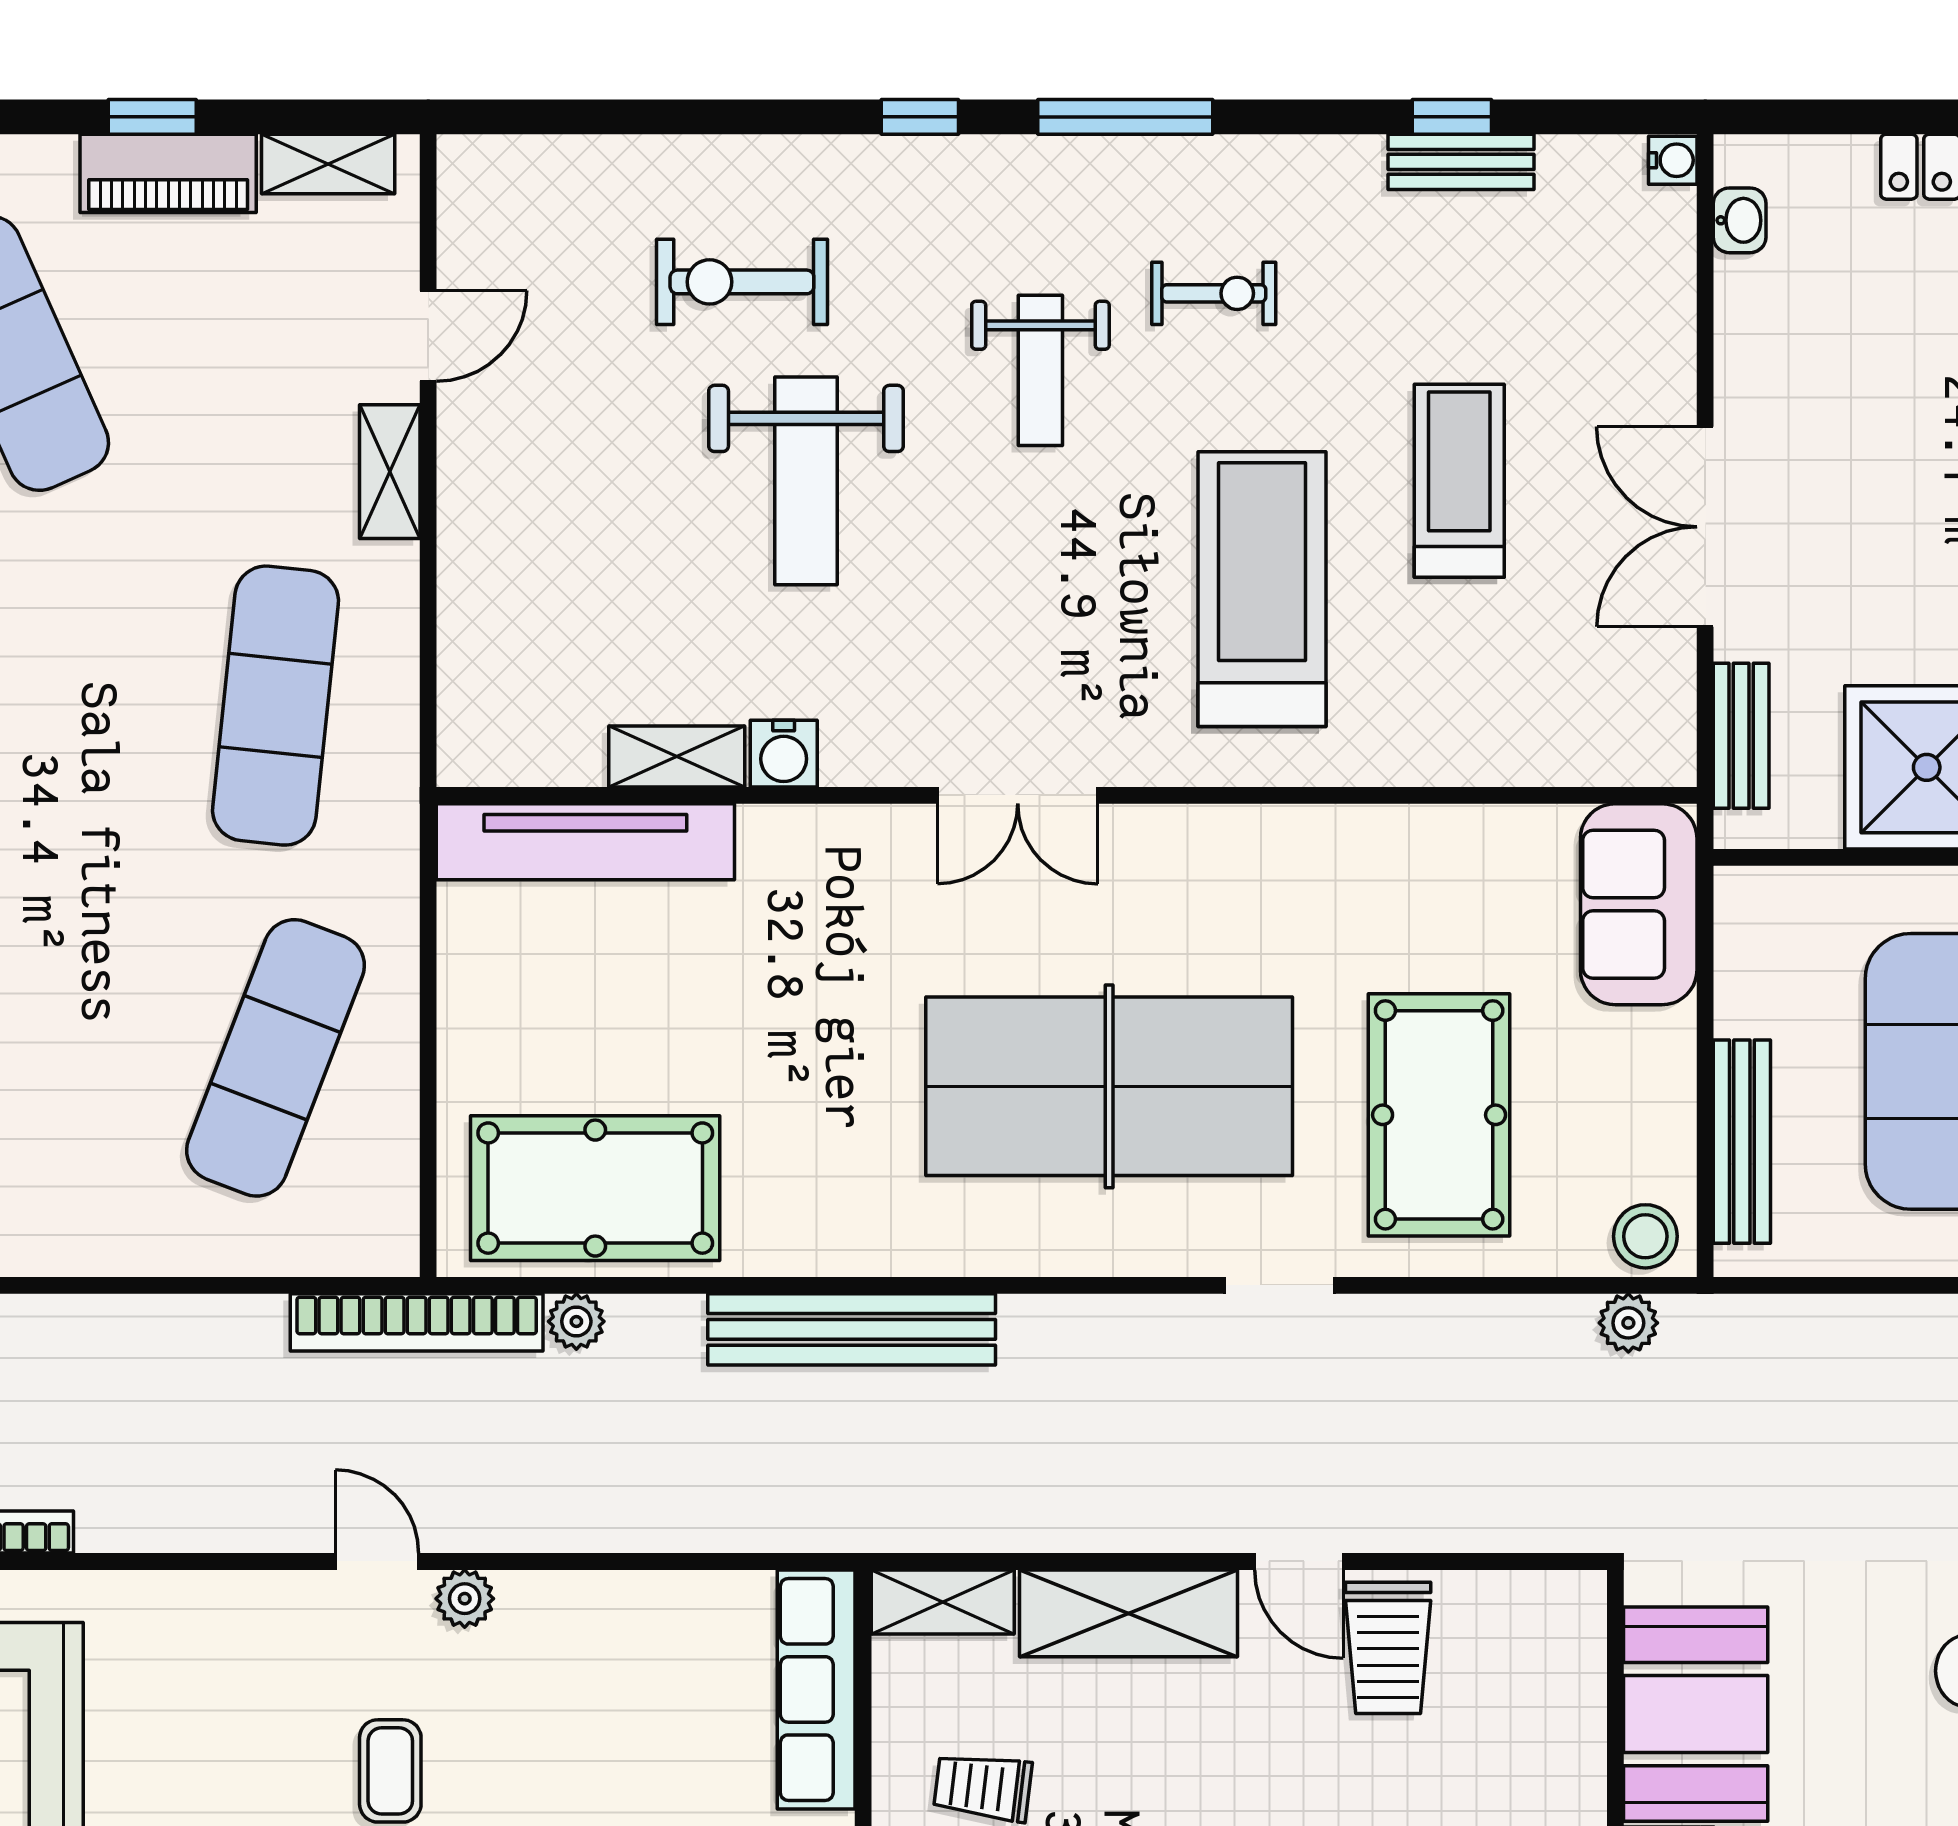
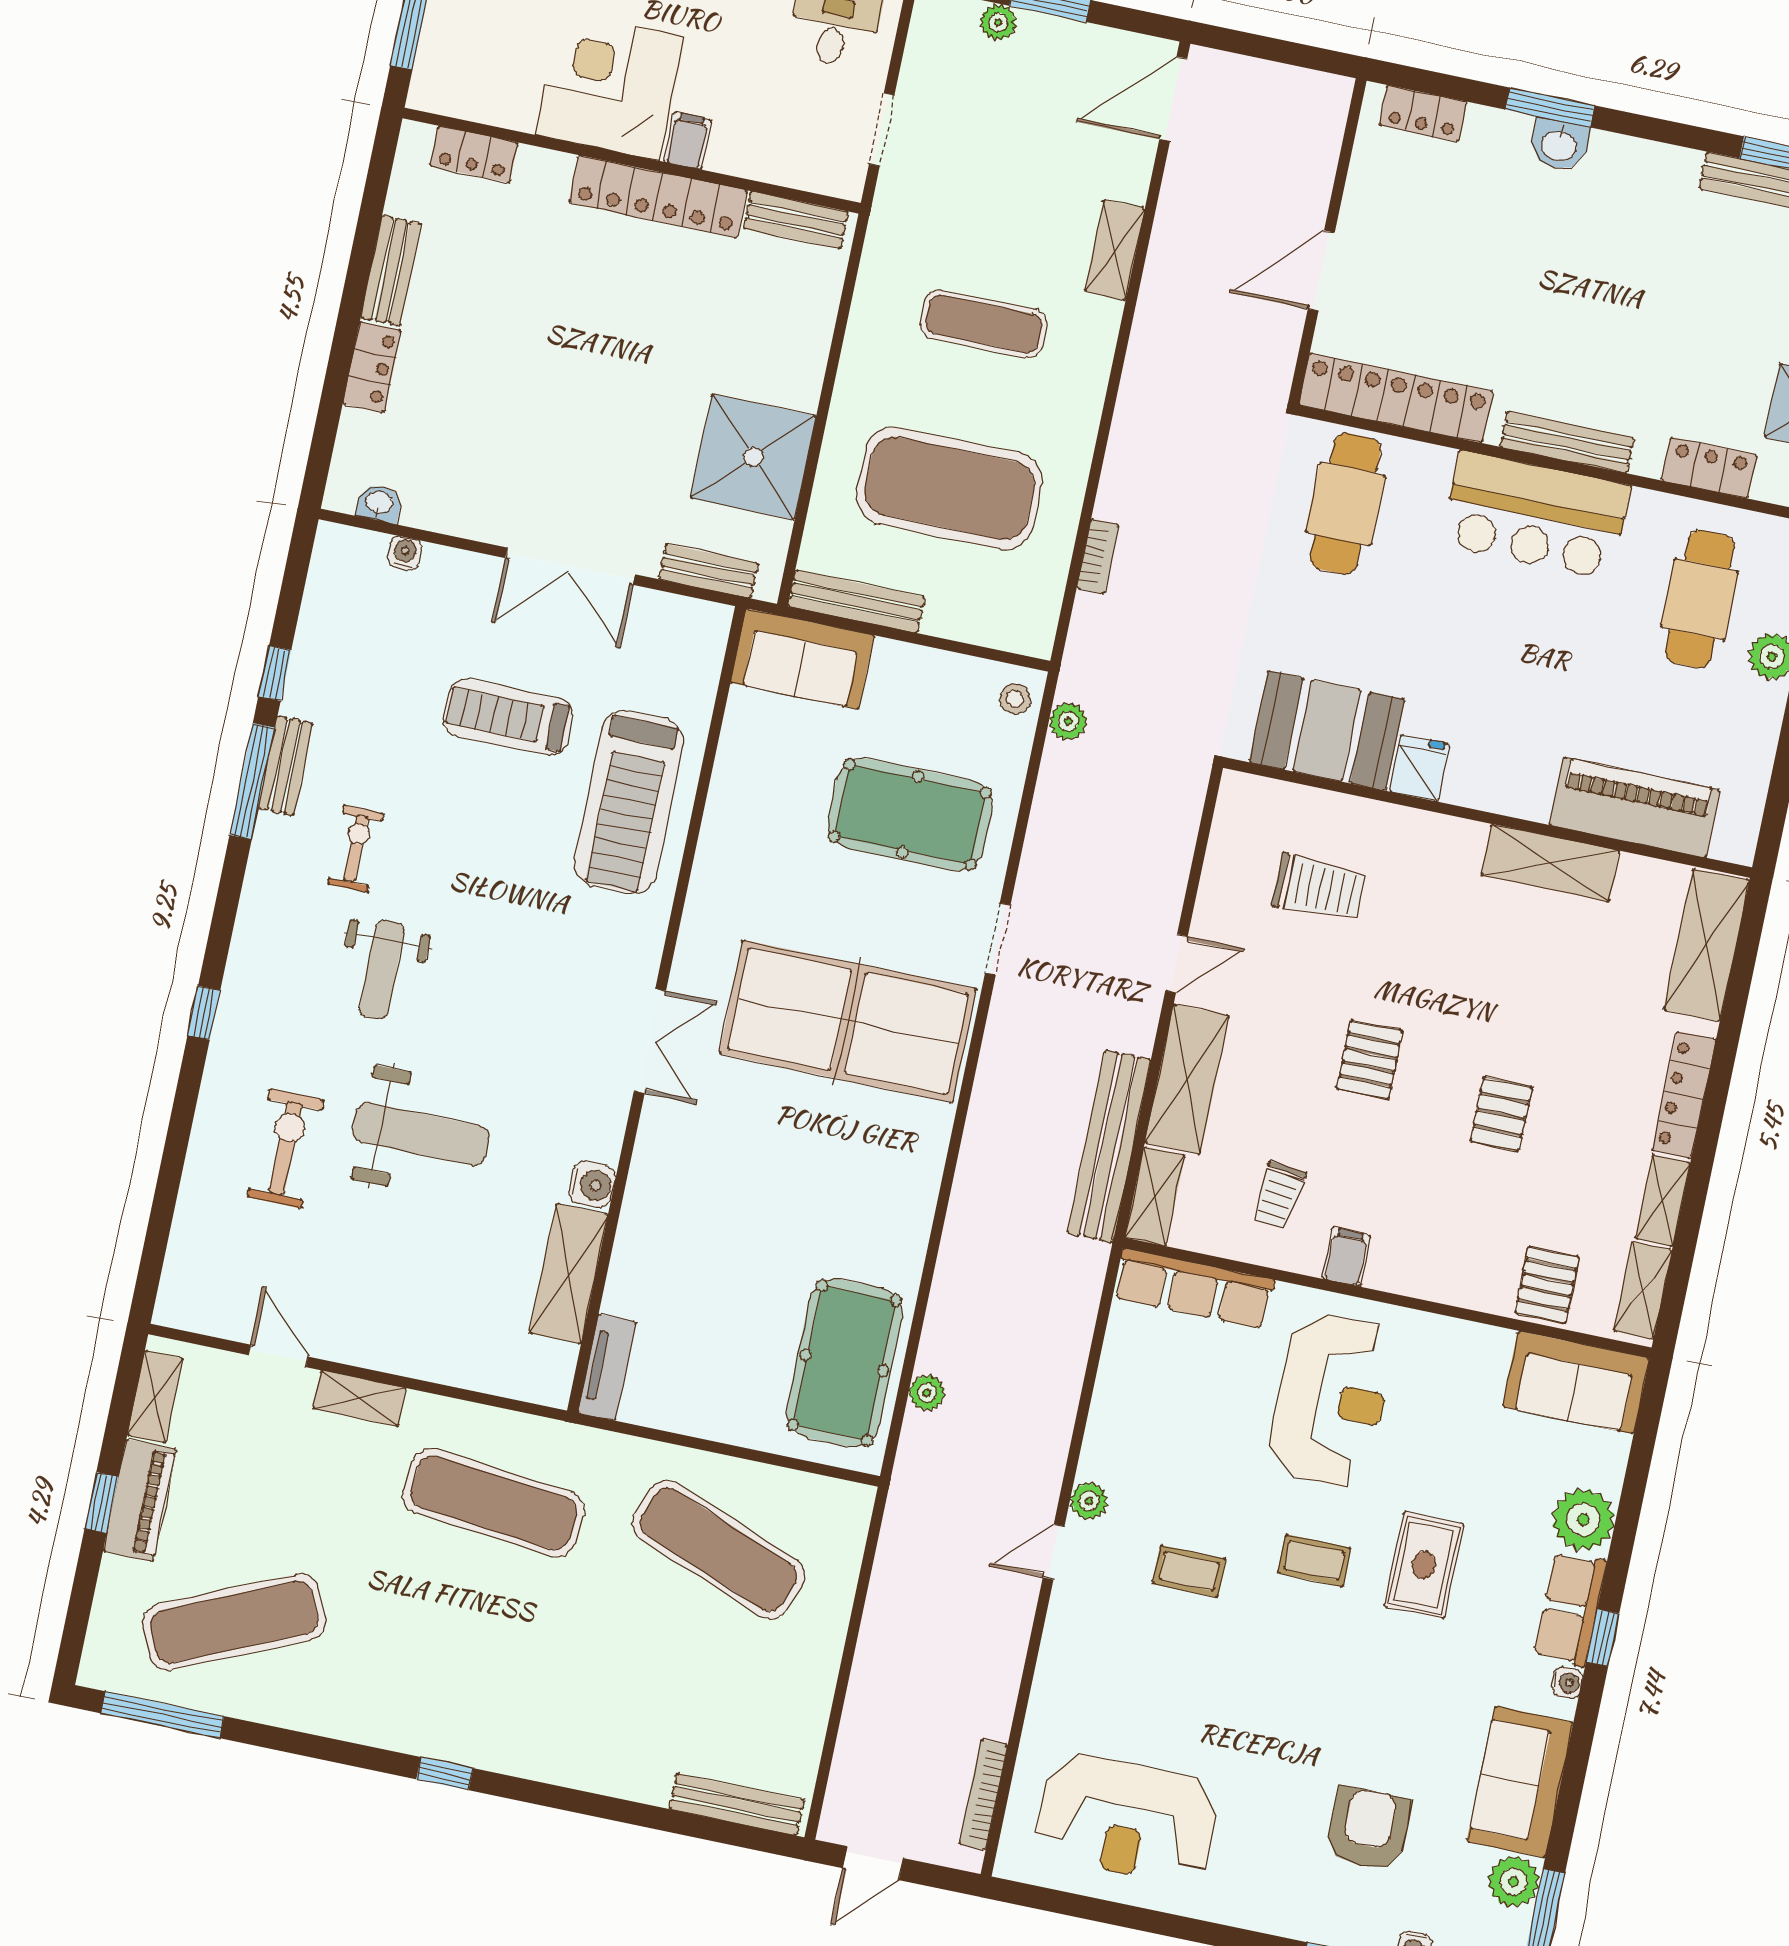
window: (1125, 117) -> (252, 781), moved
water cooler: (1673, 160) -> (405, 553), moved
bench: (1461, 162) -> (285, 766), moved
exercise bike: (742, 282) -> (286, 1148), turned 180
weight bench: (1040, 370) -> (382, 970), turned 90
treadmill: (1262, 589) -> (629, 802), moved, turned -90
shelving: (677, 756) -> (569, 1274), width x1.50, depth x1.33
tv unit: (585, 842) -> (607, 1367), width x0.52, depth x0.78
table tennis table: (1109, 1086) -> (848, 1021), turned 90
bench: (1742, 1142) -> (856, 602), moved
stool: (1645, 1236) -> (1015, 699), width x0.73, depth x0.73
bookcase: (417, 1322) -> (1098, 556), moved, width x0.43, depth x0.76
bench: (852, 1329) -> (1109, 1146), moved
trolley: (1388, 1648) -> (1319, 888), moved

